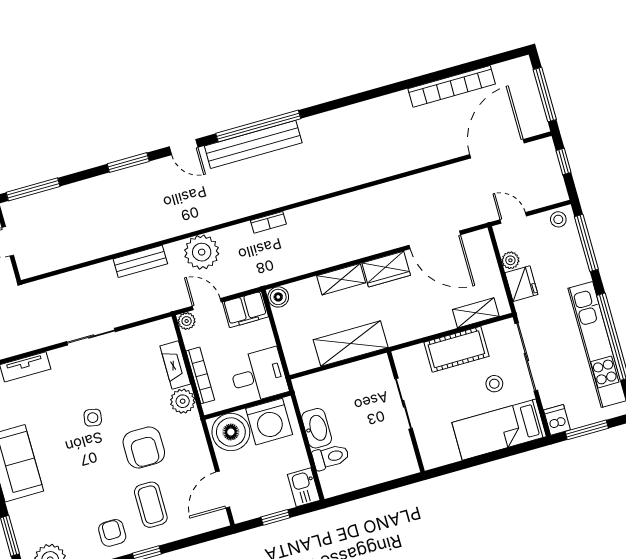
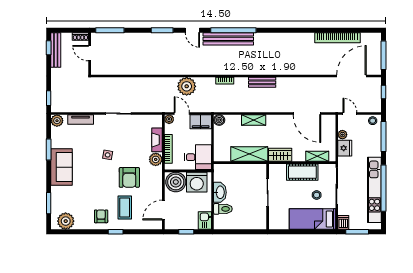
bench: (140, 261) -> (262, 82), moved
wardrobe: (386, 269) -> (280, 155), moved, turned 180

